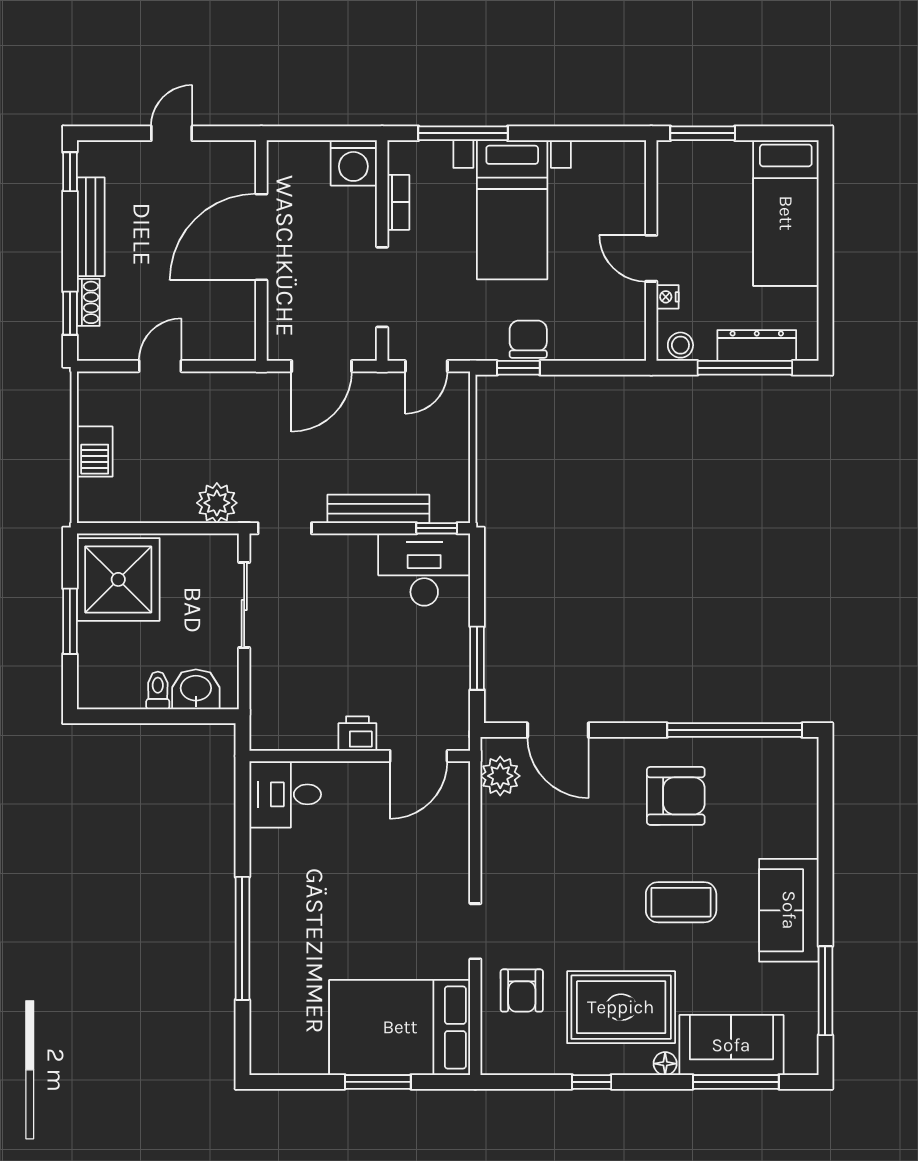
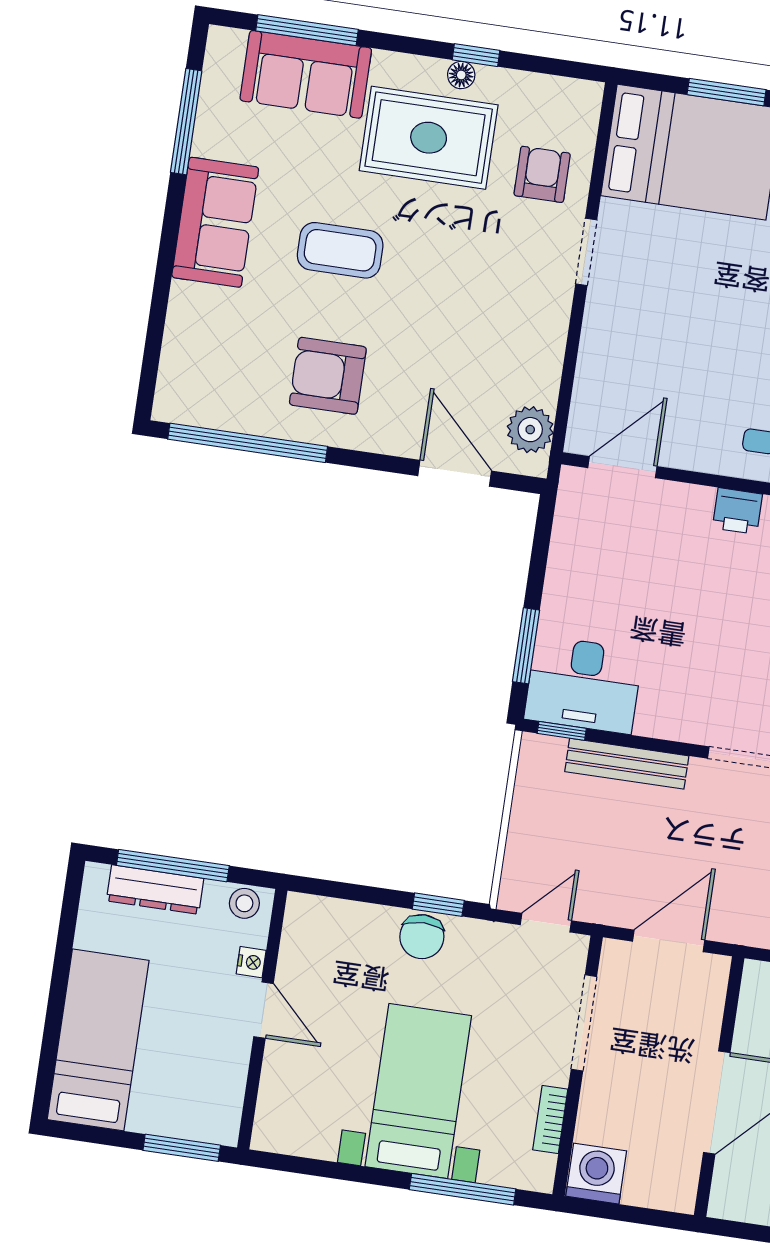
window: (477, 658) -> (526, 646), moved
printer: (357, 734) -> (737, 511), moved
floor lamp: (665, 1064) -> (461, 75), moved

